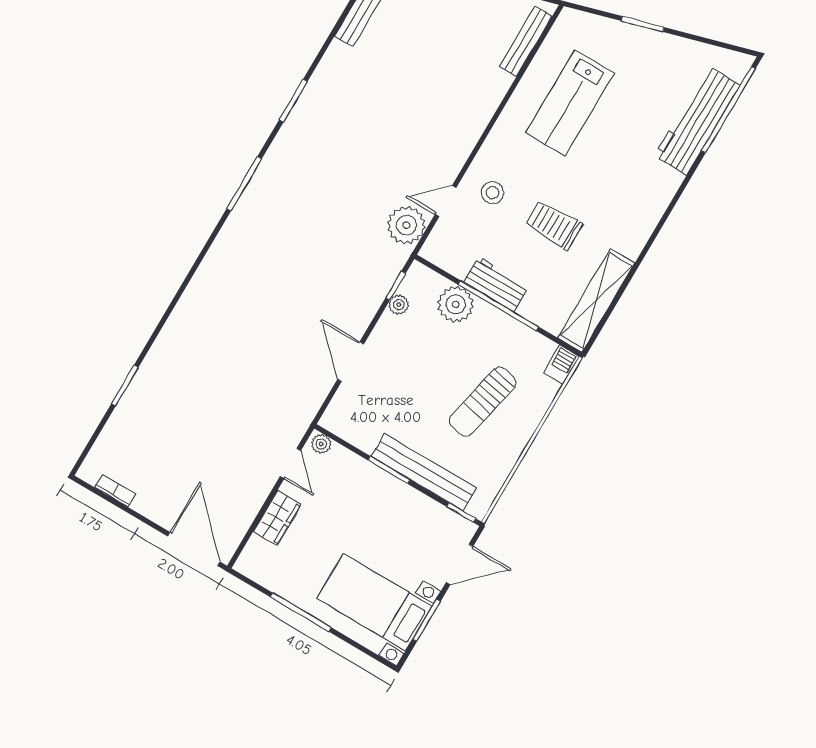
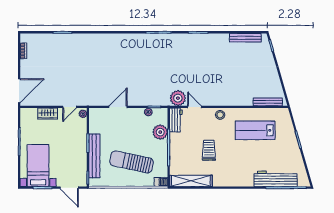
stool: (493, 193) -> (220, 115), moved
workbench: (496, 284) -> (176, 120), moved
sun lounger: (483, 402) -> (132, 162), width x1.36, depth x1.34

